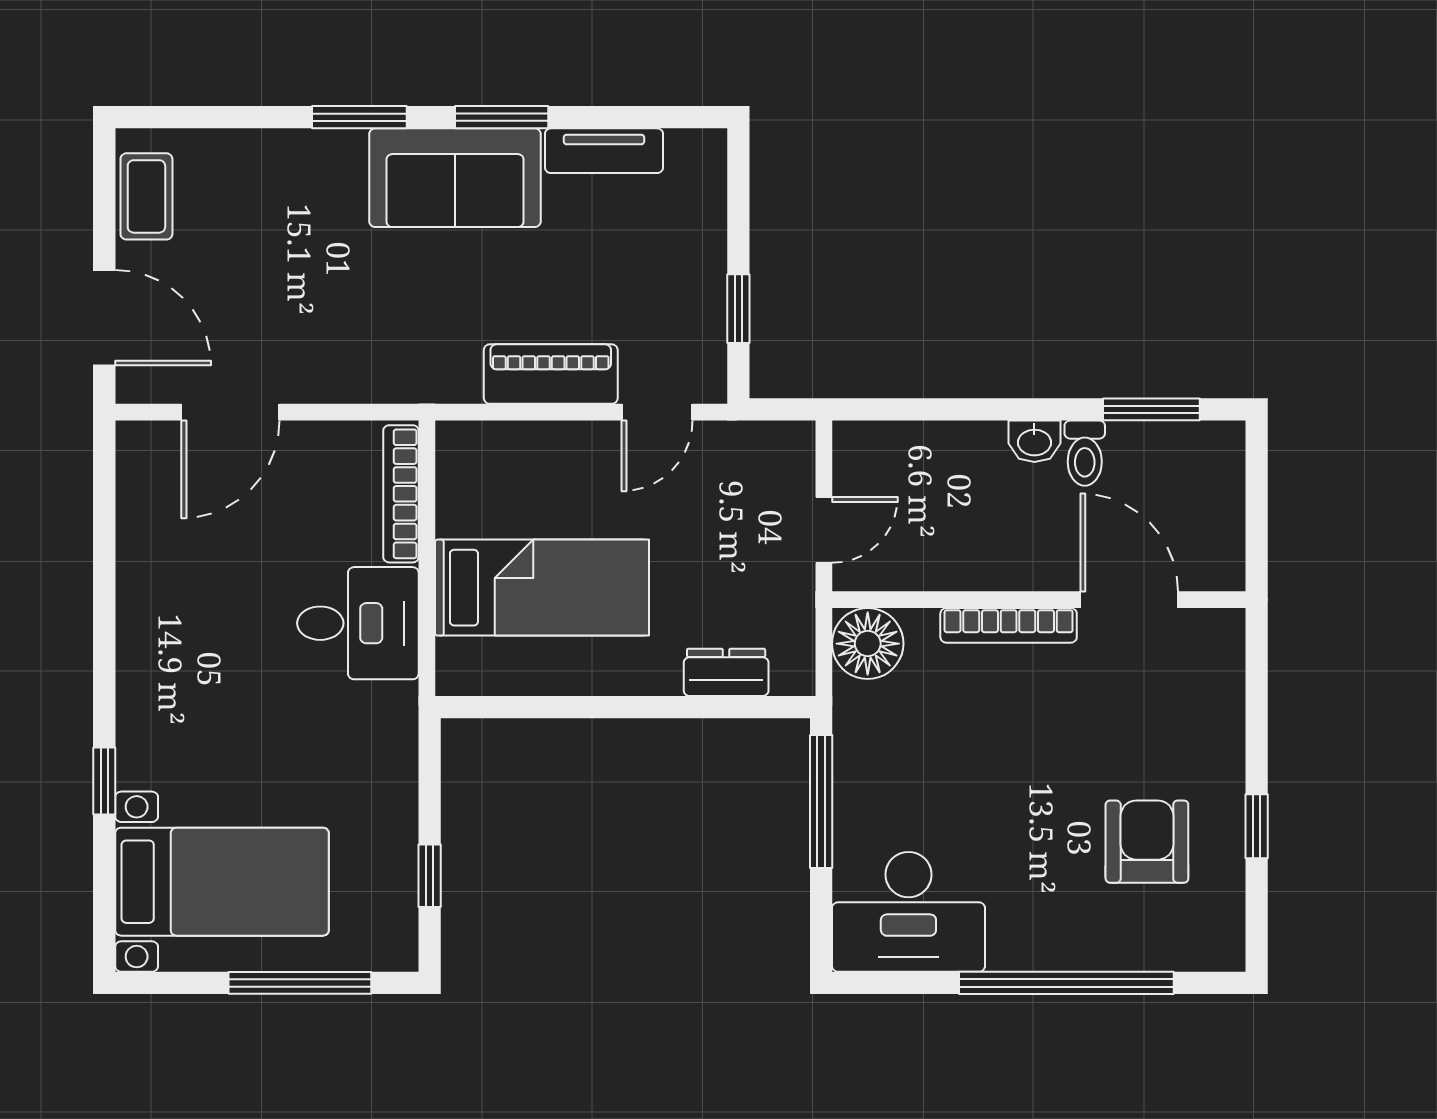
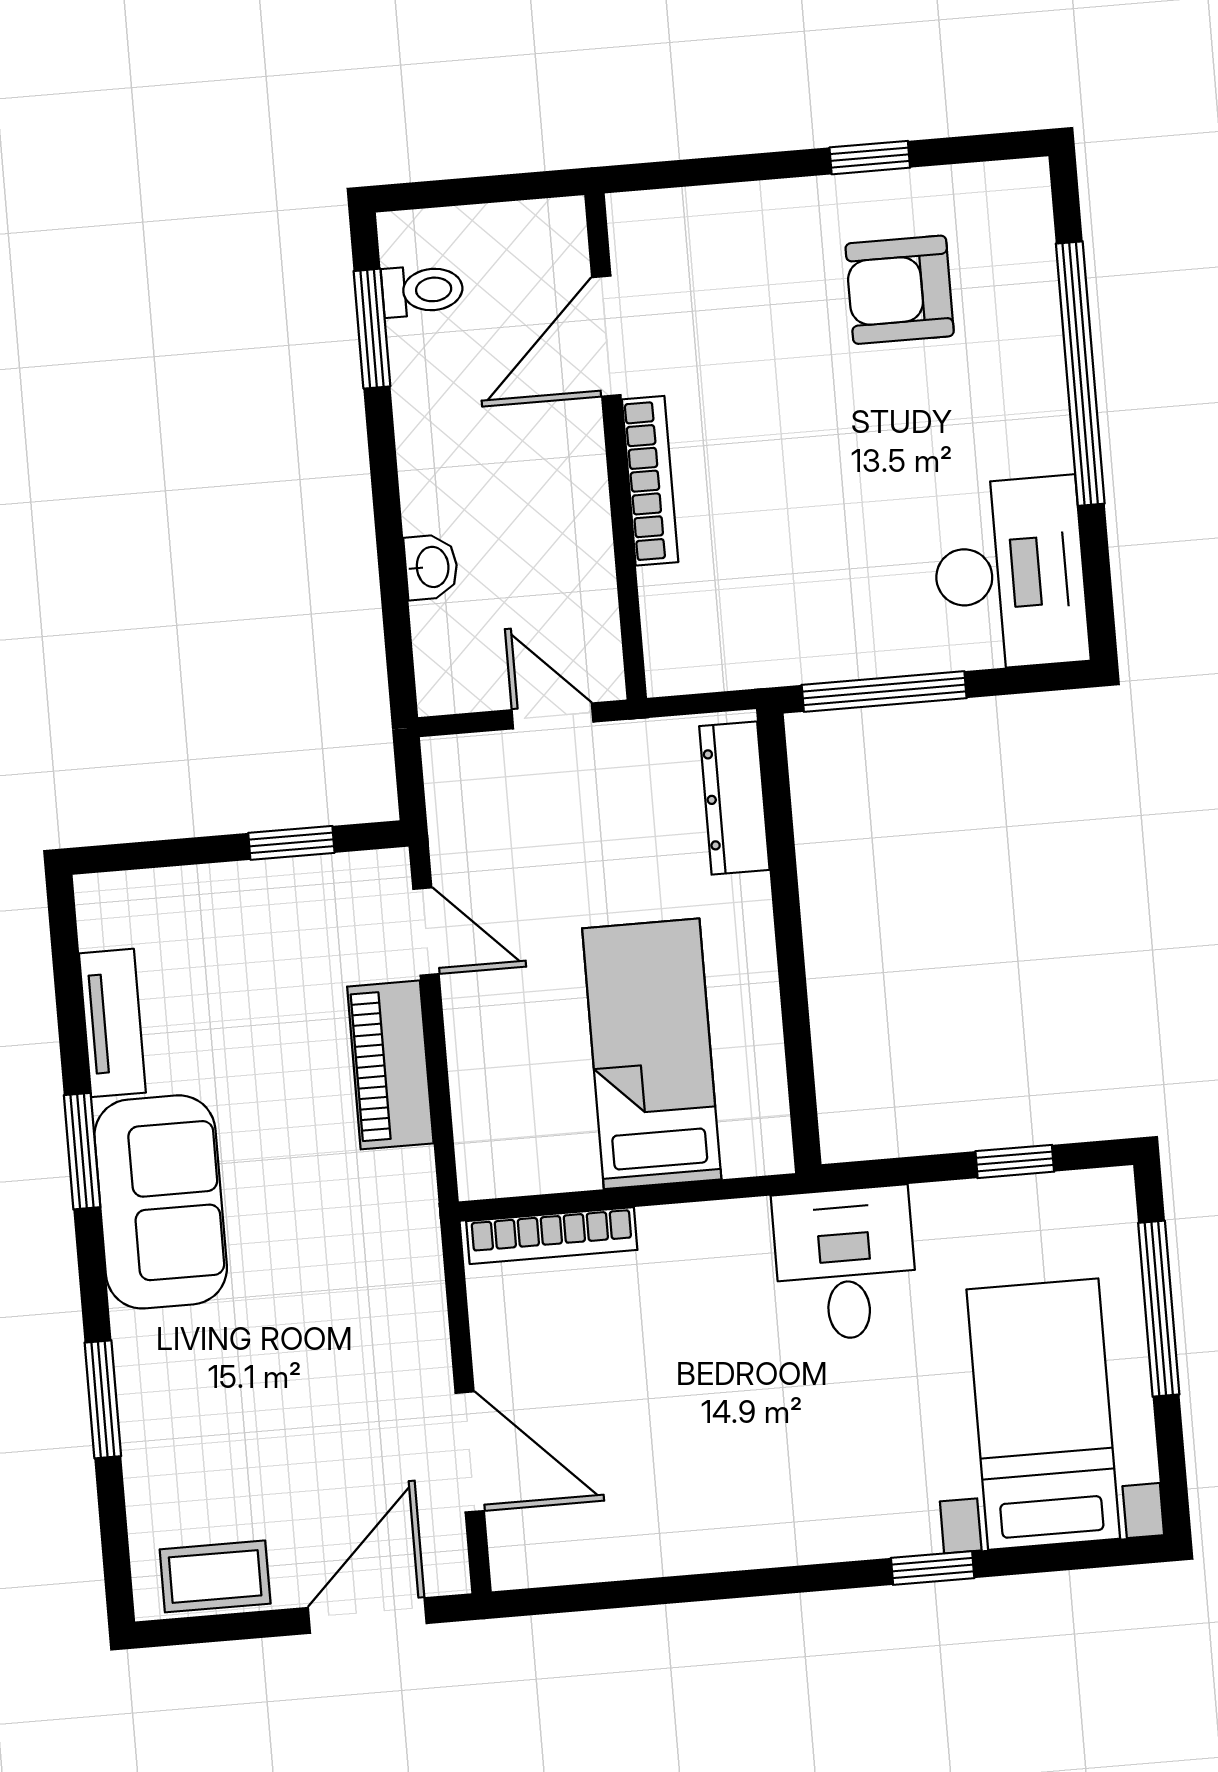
window: (359, 117) -> (103, 1399), moved
washbasin: (1034, 441) -> (431, 567), moved
toilet: (1085, 453) -> (422, 290), moved
desk: (358, 623) -> (845, 1264), moved
floor lamp: (868, 644) -> (687, 651), removed
dresser: (726, 672) -> (734, 798), width x1.44

